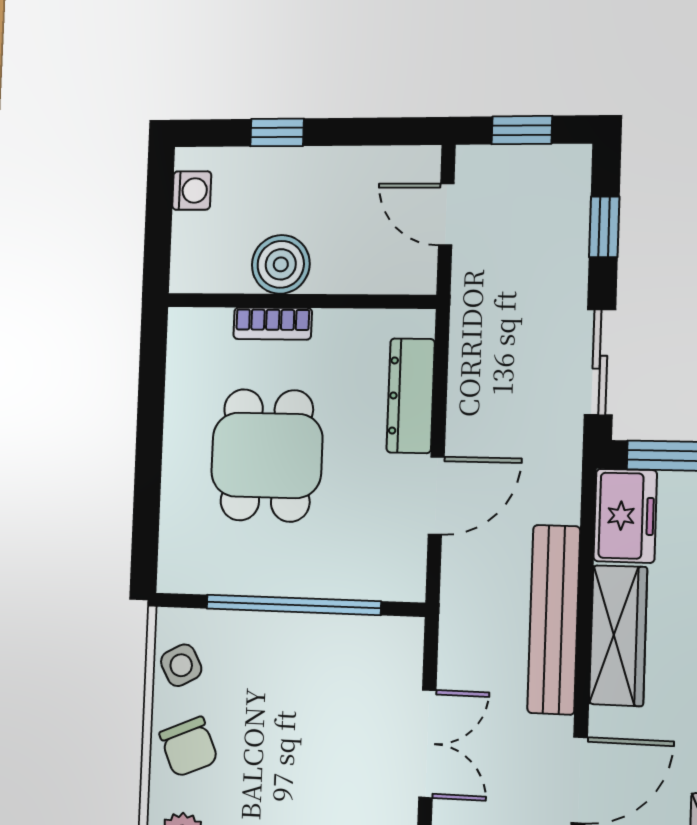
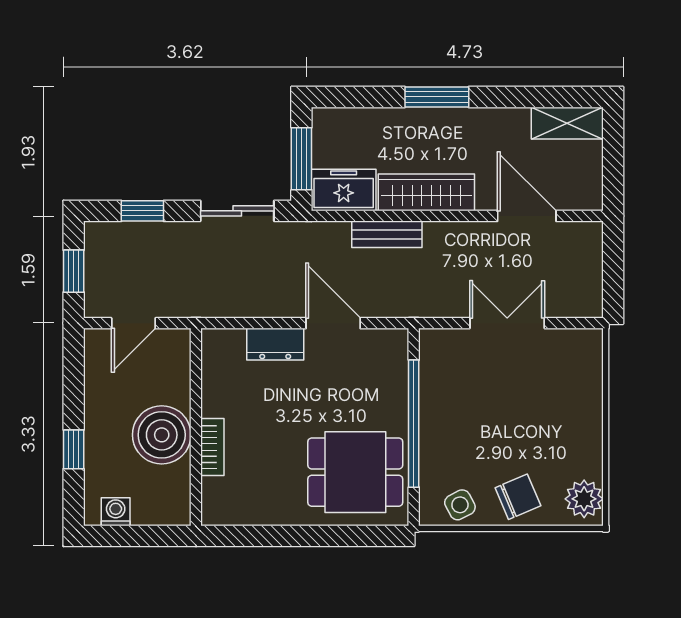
boiler: (281, 264) -> (162, 435), width x1.37, depth x1.37
dresser: (411, 396) -> (275, 344), width x0.70
dining table: (267, 455) -> (355, 472), moved
bench: (554, 620) -> (387, 234), width x0.54, depth x0.82

